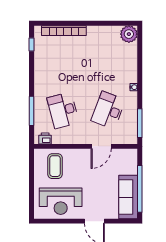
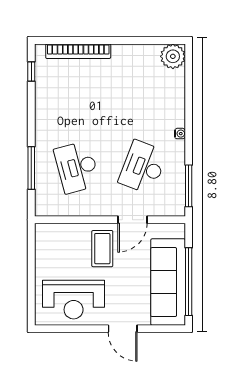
printer: (45, 138) -> (51, 208), removed
coffee table: (55, 166) -> (102, 249), moved
sofa: (128, 197) -> (168, 282), width x1.36, depth x1.27

